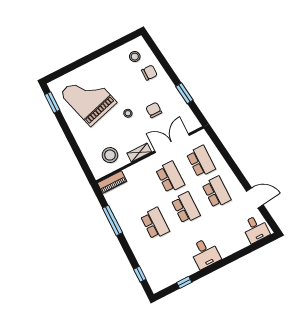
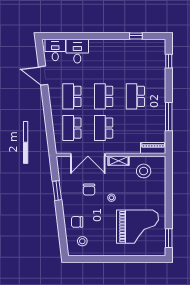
grand piano: (88, 98) -> (137, 227), turned -74
desk: (205, 253) -> (77, 51), moved

